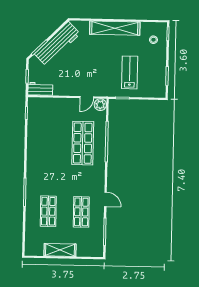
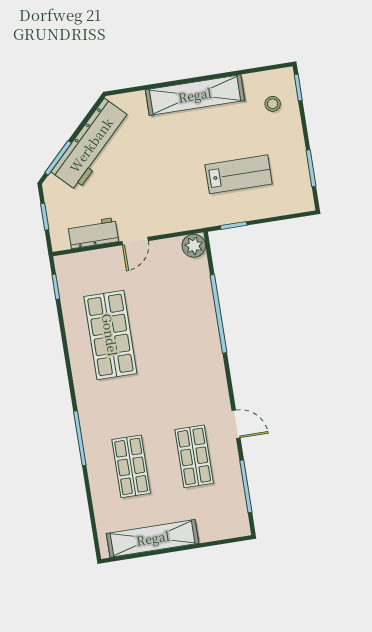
lab bench: (130, 72) -> (239, 174), turned 90
workbench: (40, 89) -> (93, 233), moved
door: (87, 97) -> (135, 241), moved
shop shelf: (83, 143) -> (110, 335), moved
shelving: (60, 250) -> (153, 538), width x1.47

